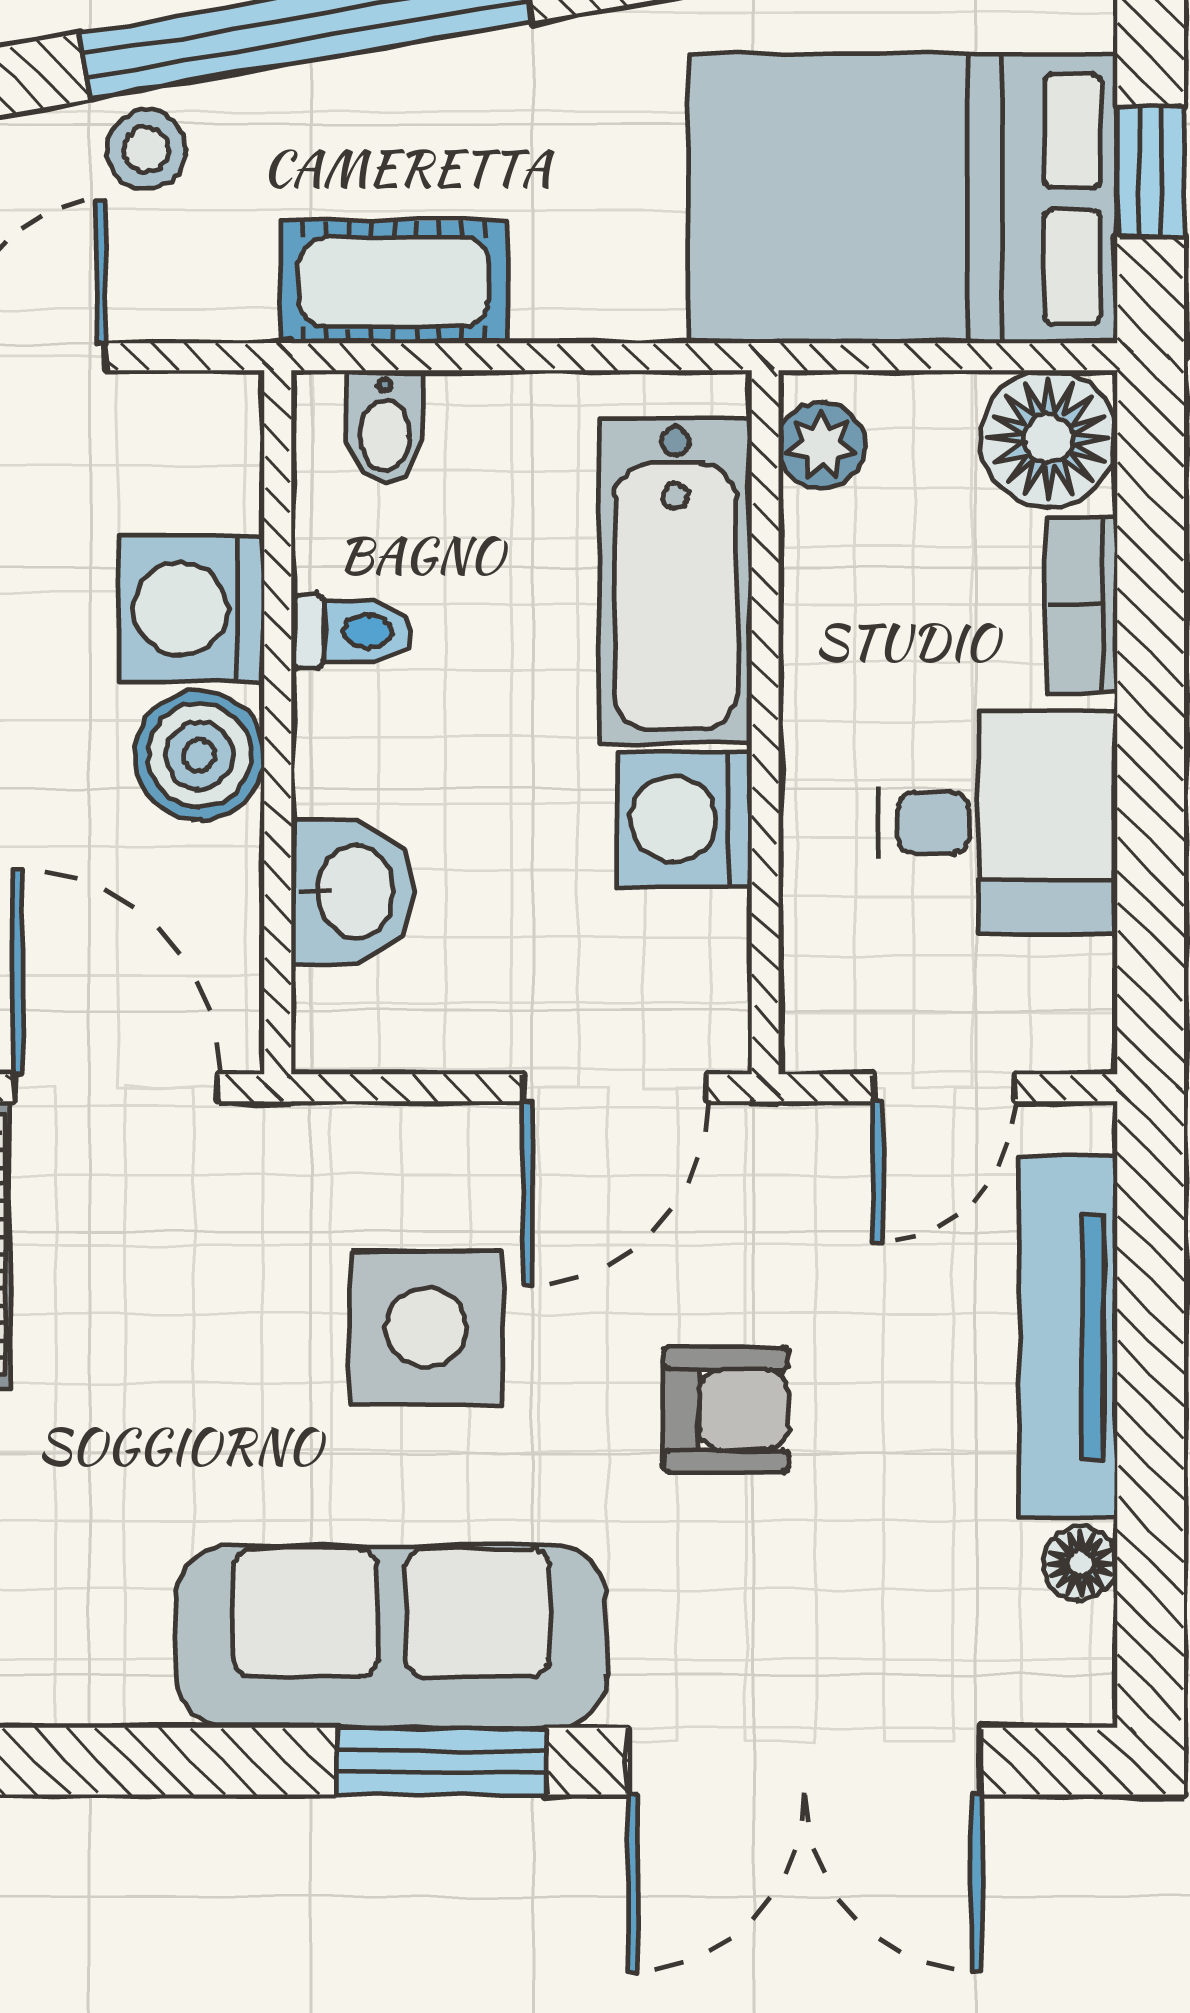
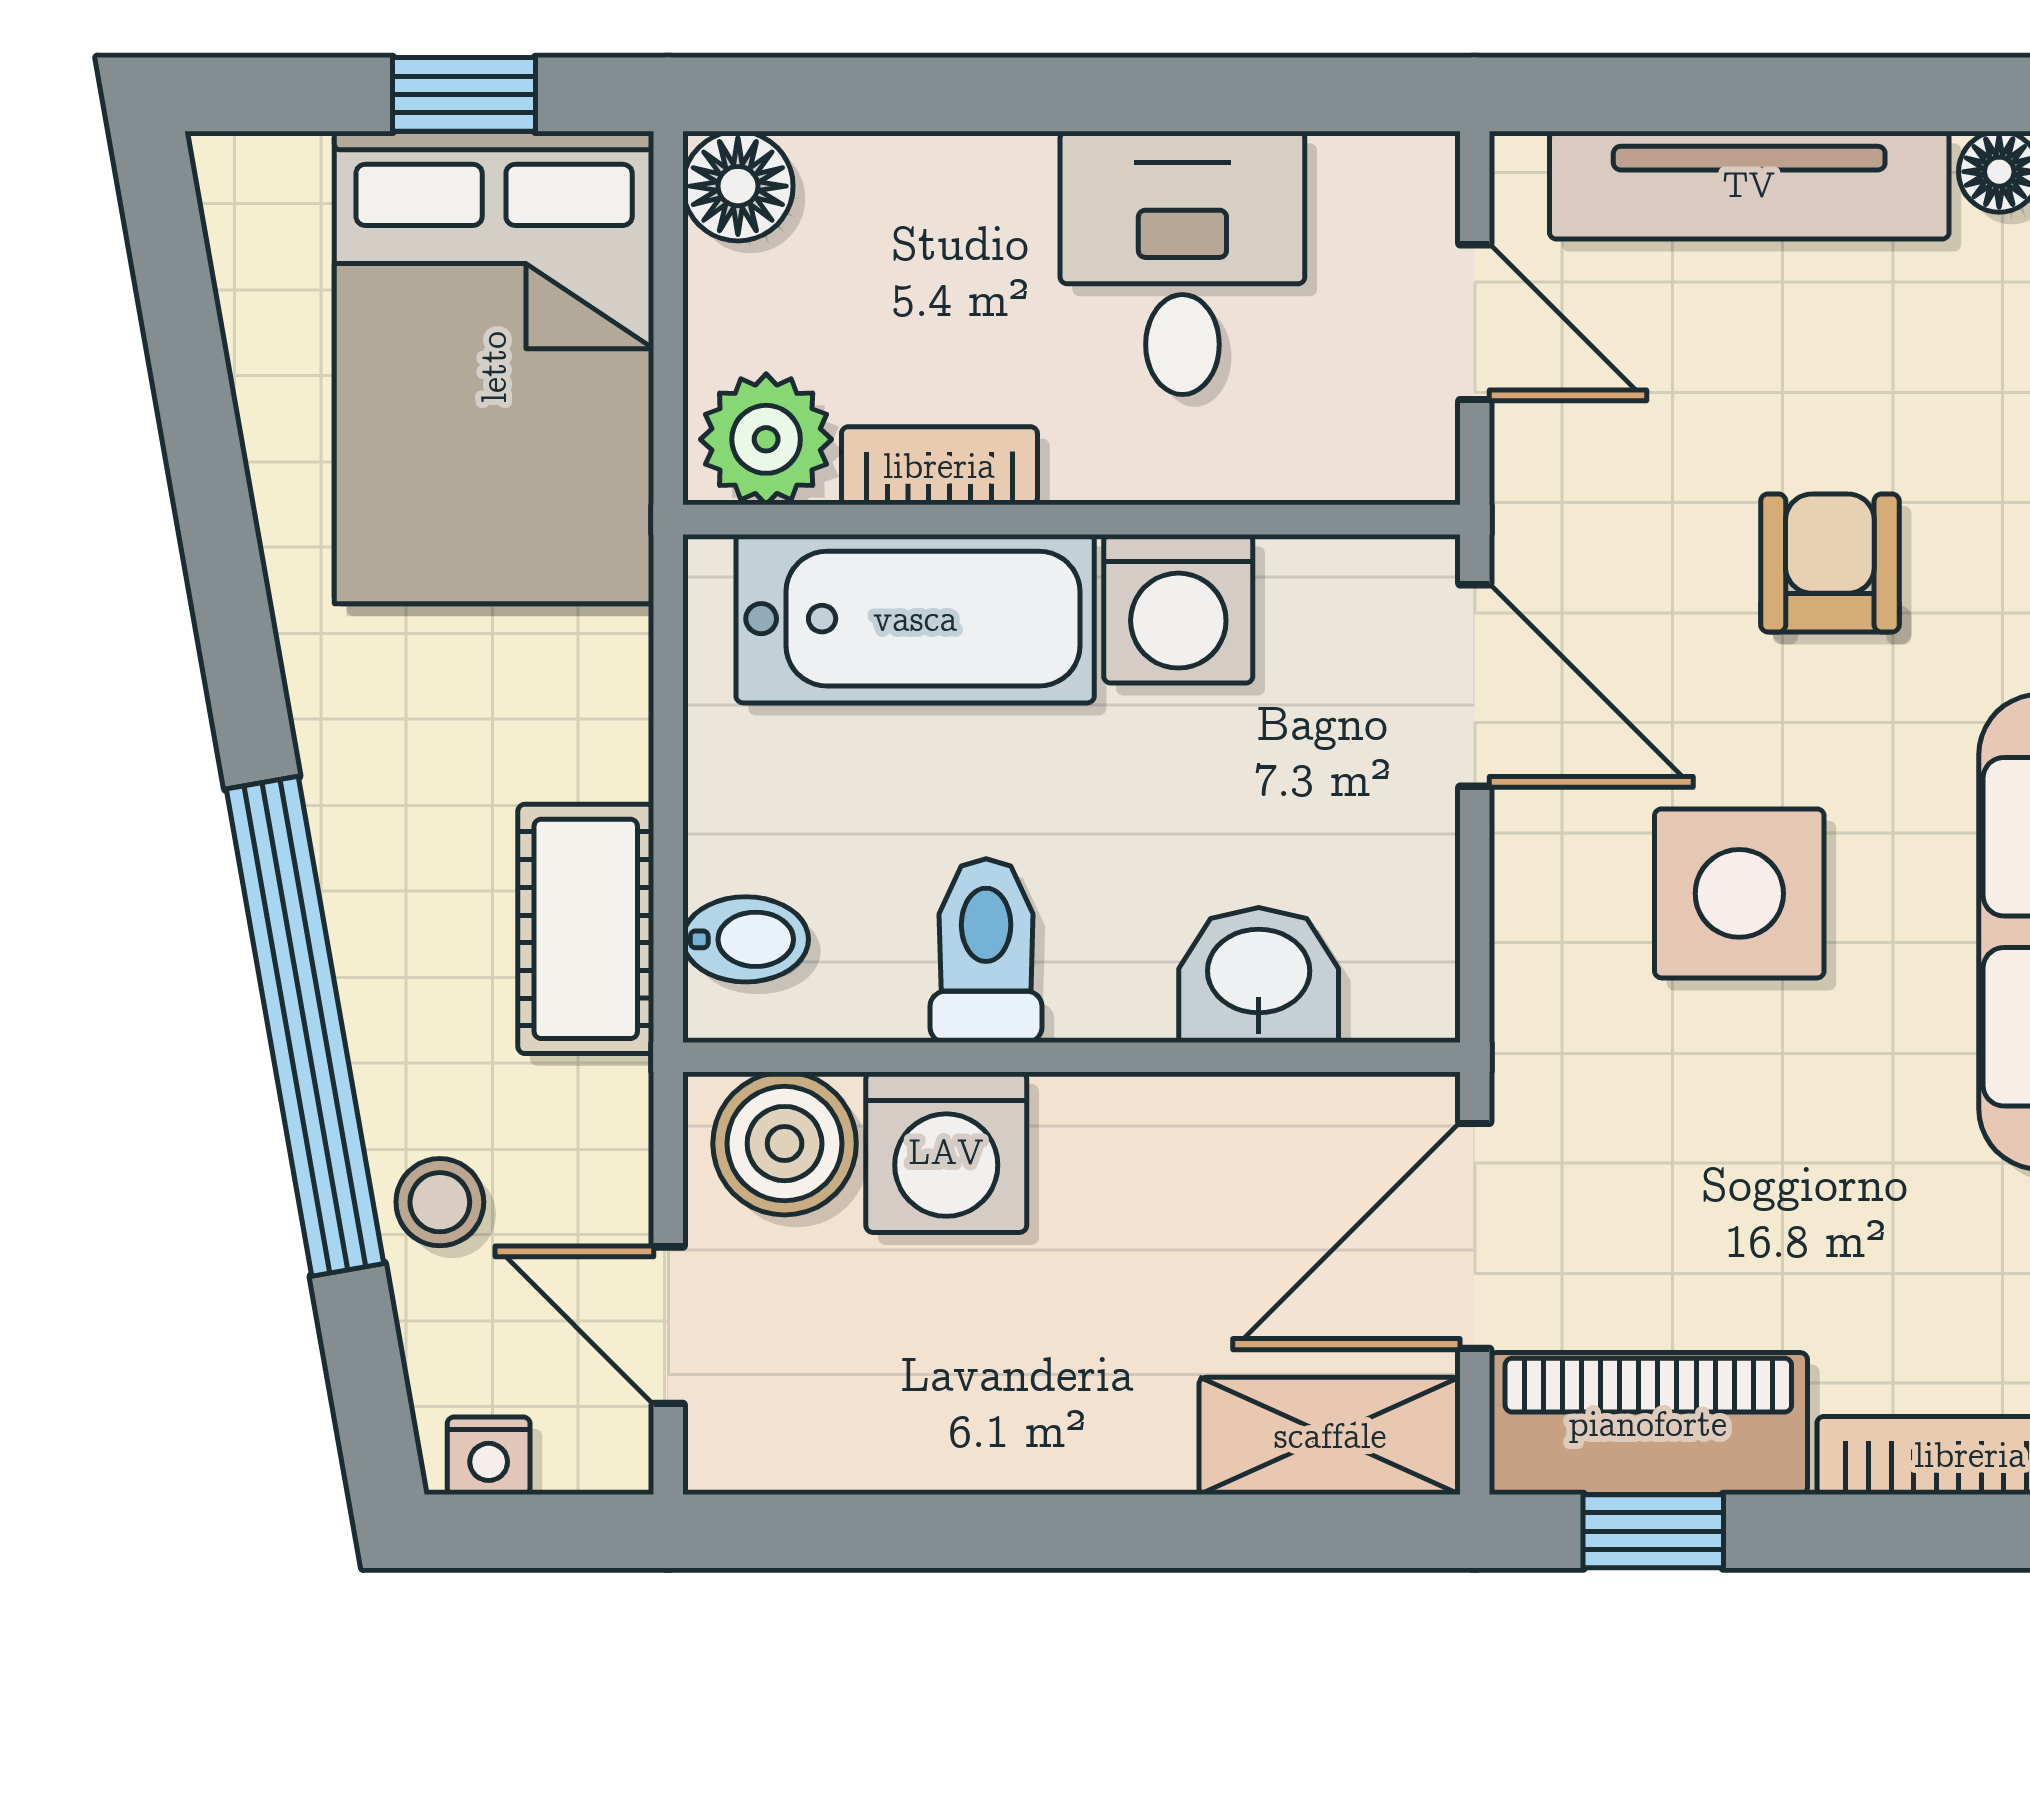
floor lamp: (1049, 439) -> (738, 186), width x0.73, depth x0.73
plant: (822, 445) -> (766, 439), width x1.38, depth x1.38
bookcase: (1082, 605) -> (939, 466), moved, turned 180
toilet: (351, 631) -> (986, 951), width x1.37, depth x1.39
boiler: (200, 755) -> (785, 1144), moved

